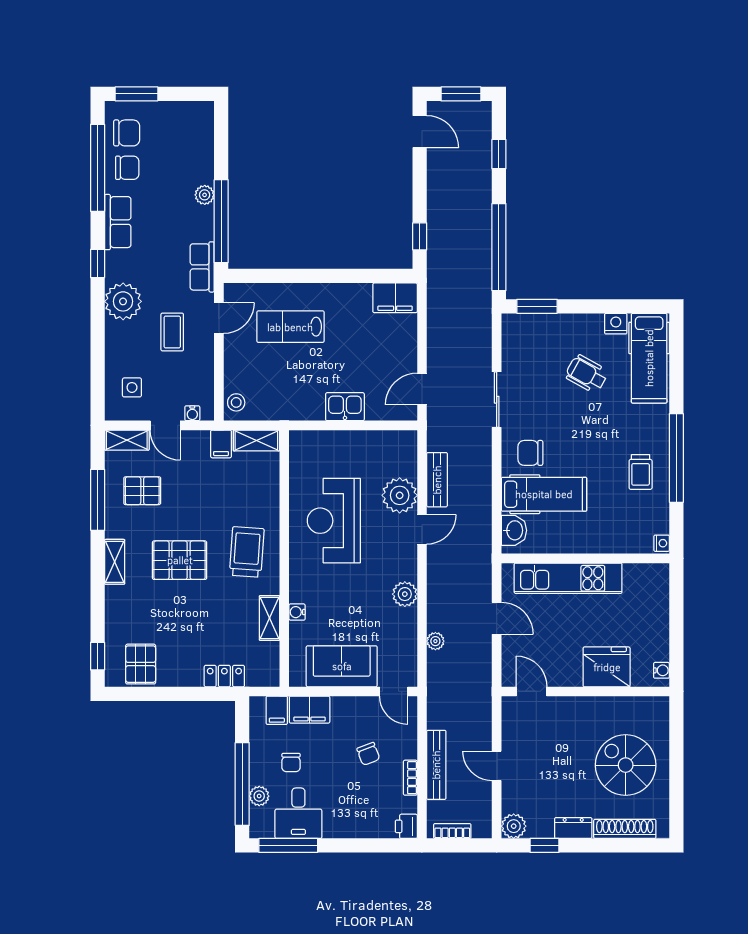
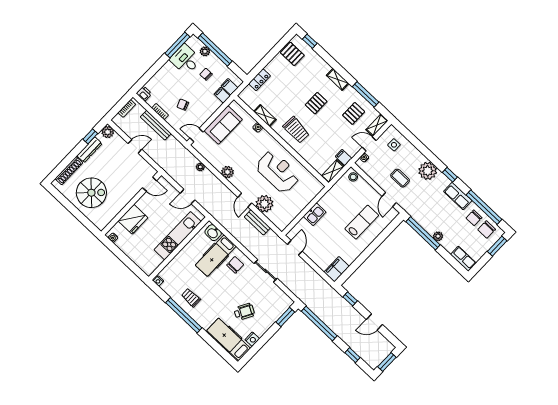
door: (420, 132) -> (374, 322), moved
row of seats: (202, 267) -> (463, 259), moved
pallet: (180, 560) -> (316, 103), width x0.67, depth x0.71
filing cabinet: (310, 710) -> (222, 95), width x0.50
dresser: (573, 828) -> (89, 150), width x1.44

